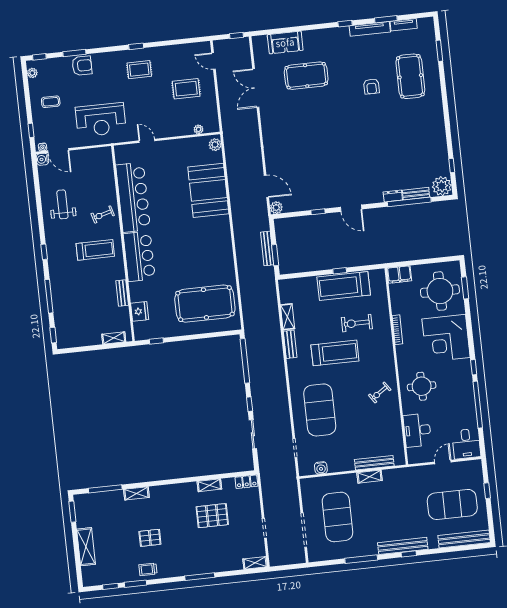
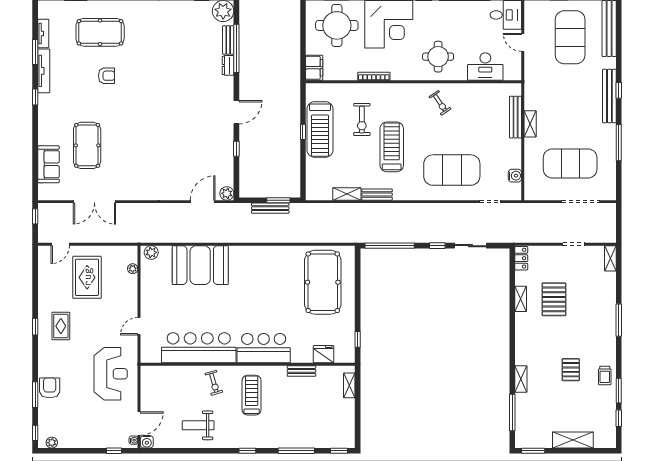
rug: (186, 89) -> (87, 277), width x1.36, depth x1.43
coffee table: (51, 102) -> (85, 426), removed

